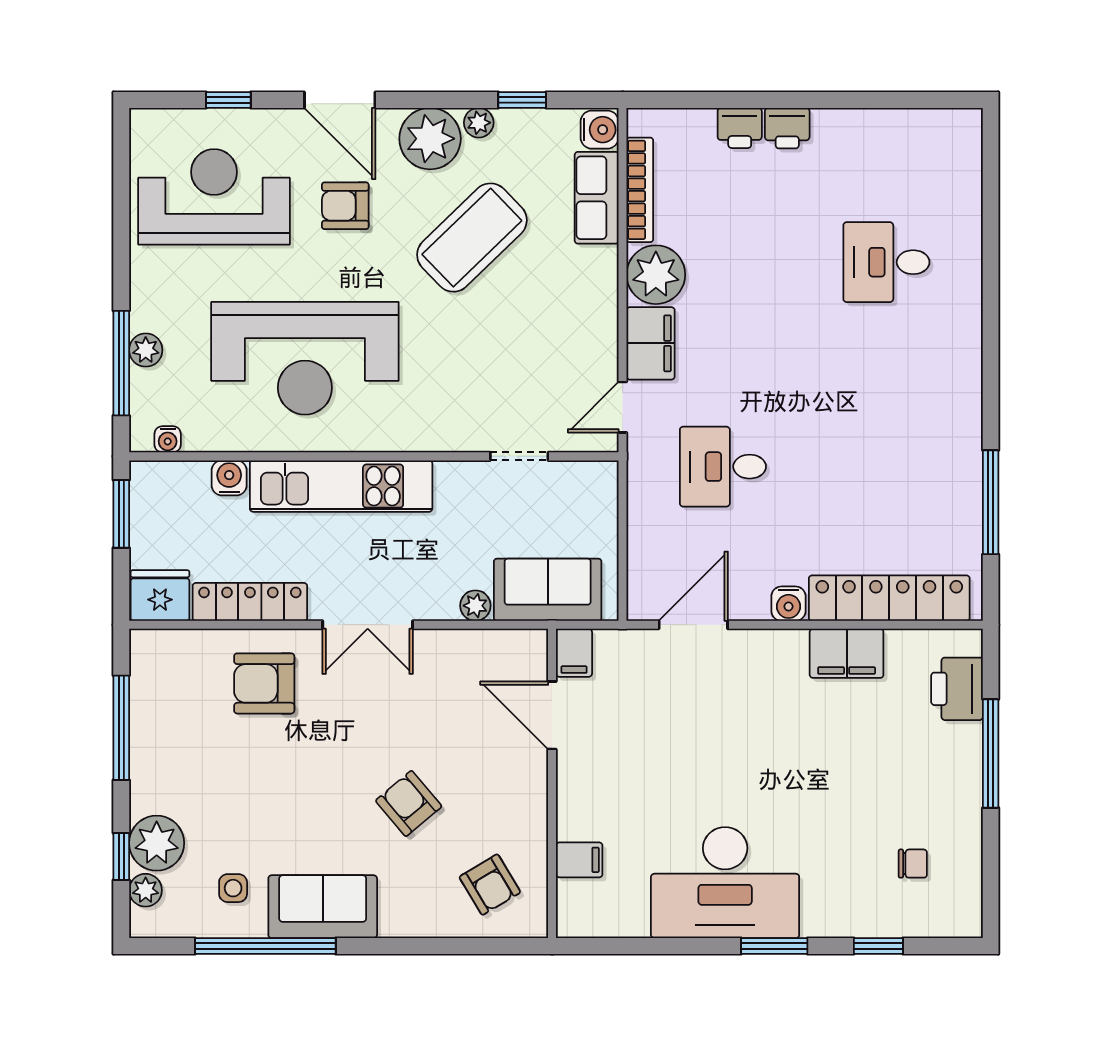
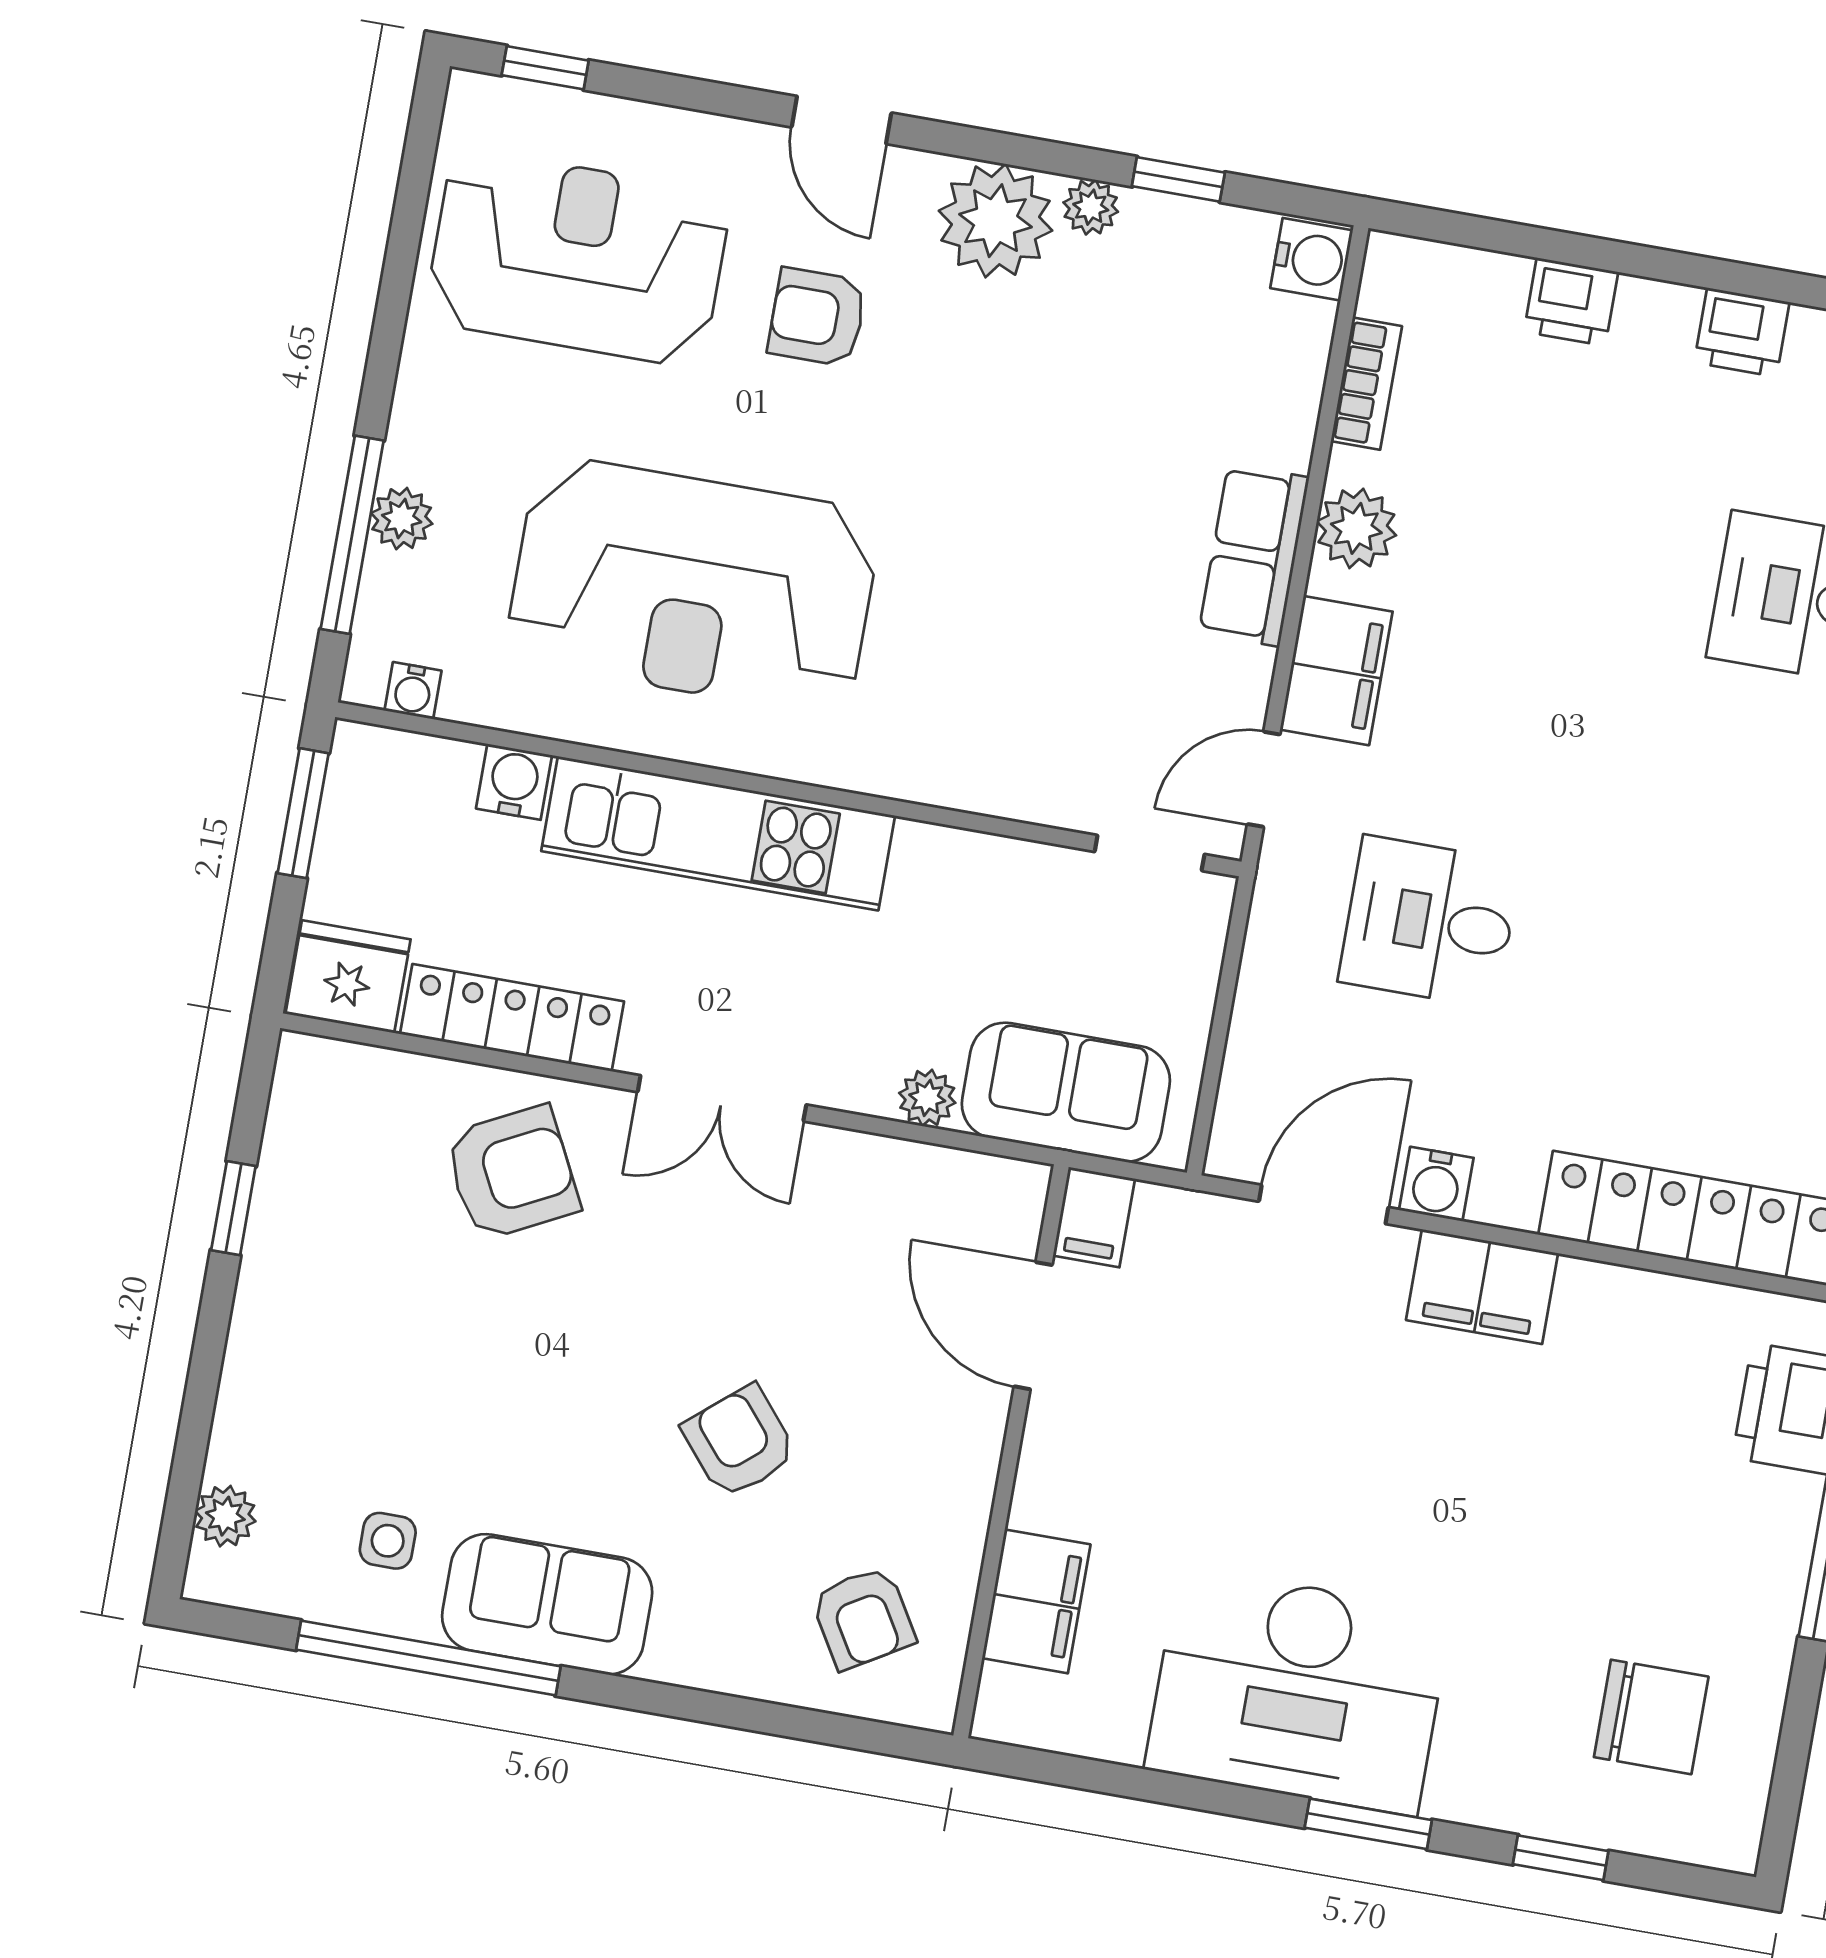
window: (228, 100) -> (545, 68), moved
door: (340, 100) -> (841, 120), width x0.73
printer: (787, 128) -> (1742, 332), moved
bookcase: (640, 190) -> (1366, 384), width x0.64
row of seats: (597, 198) -> (1254, 555), moved
coffee table: (472, 238) -> (1041, 417), removed
plant: (656, 275) -> (1356, 528), width x0.73, depth x0.73
doorway: (519, 456) -> (1150, 853), moved
water cooler: (788, 604) -> (1436, 1184), moved
filing cabinet: (847, 653) -> (1482, 1287), moved
armchair: (264, 683) -> (512, 1173), turned 153
window: (121, 728) -> (233, 1208), width x0.46
plant: (157, 843) -> (261, 1433), removed
window: (121, 857) -> (191, 1446), removed
filing cabinet: (579, 860) -> (1036, 1601), width x2.00
chair: (913, 864) -> (1651, 1717), width x1.87, depth x1.87

